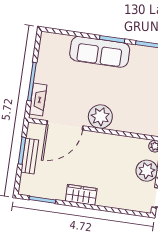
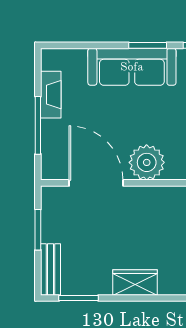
fireplace: (38, 100) -> (51, 95), moved
door: (65, 125) -> (96, 183), swing flipped
bench: (30, 156) -> (51, 269), moved

